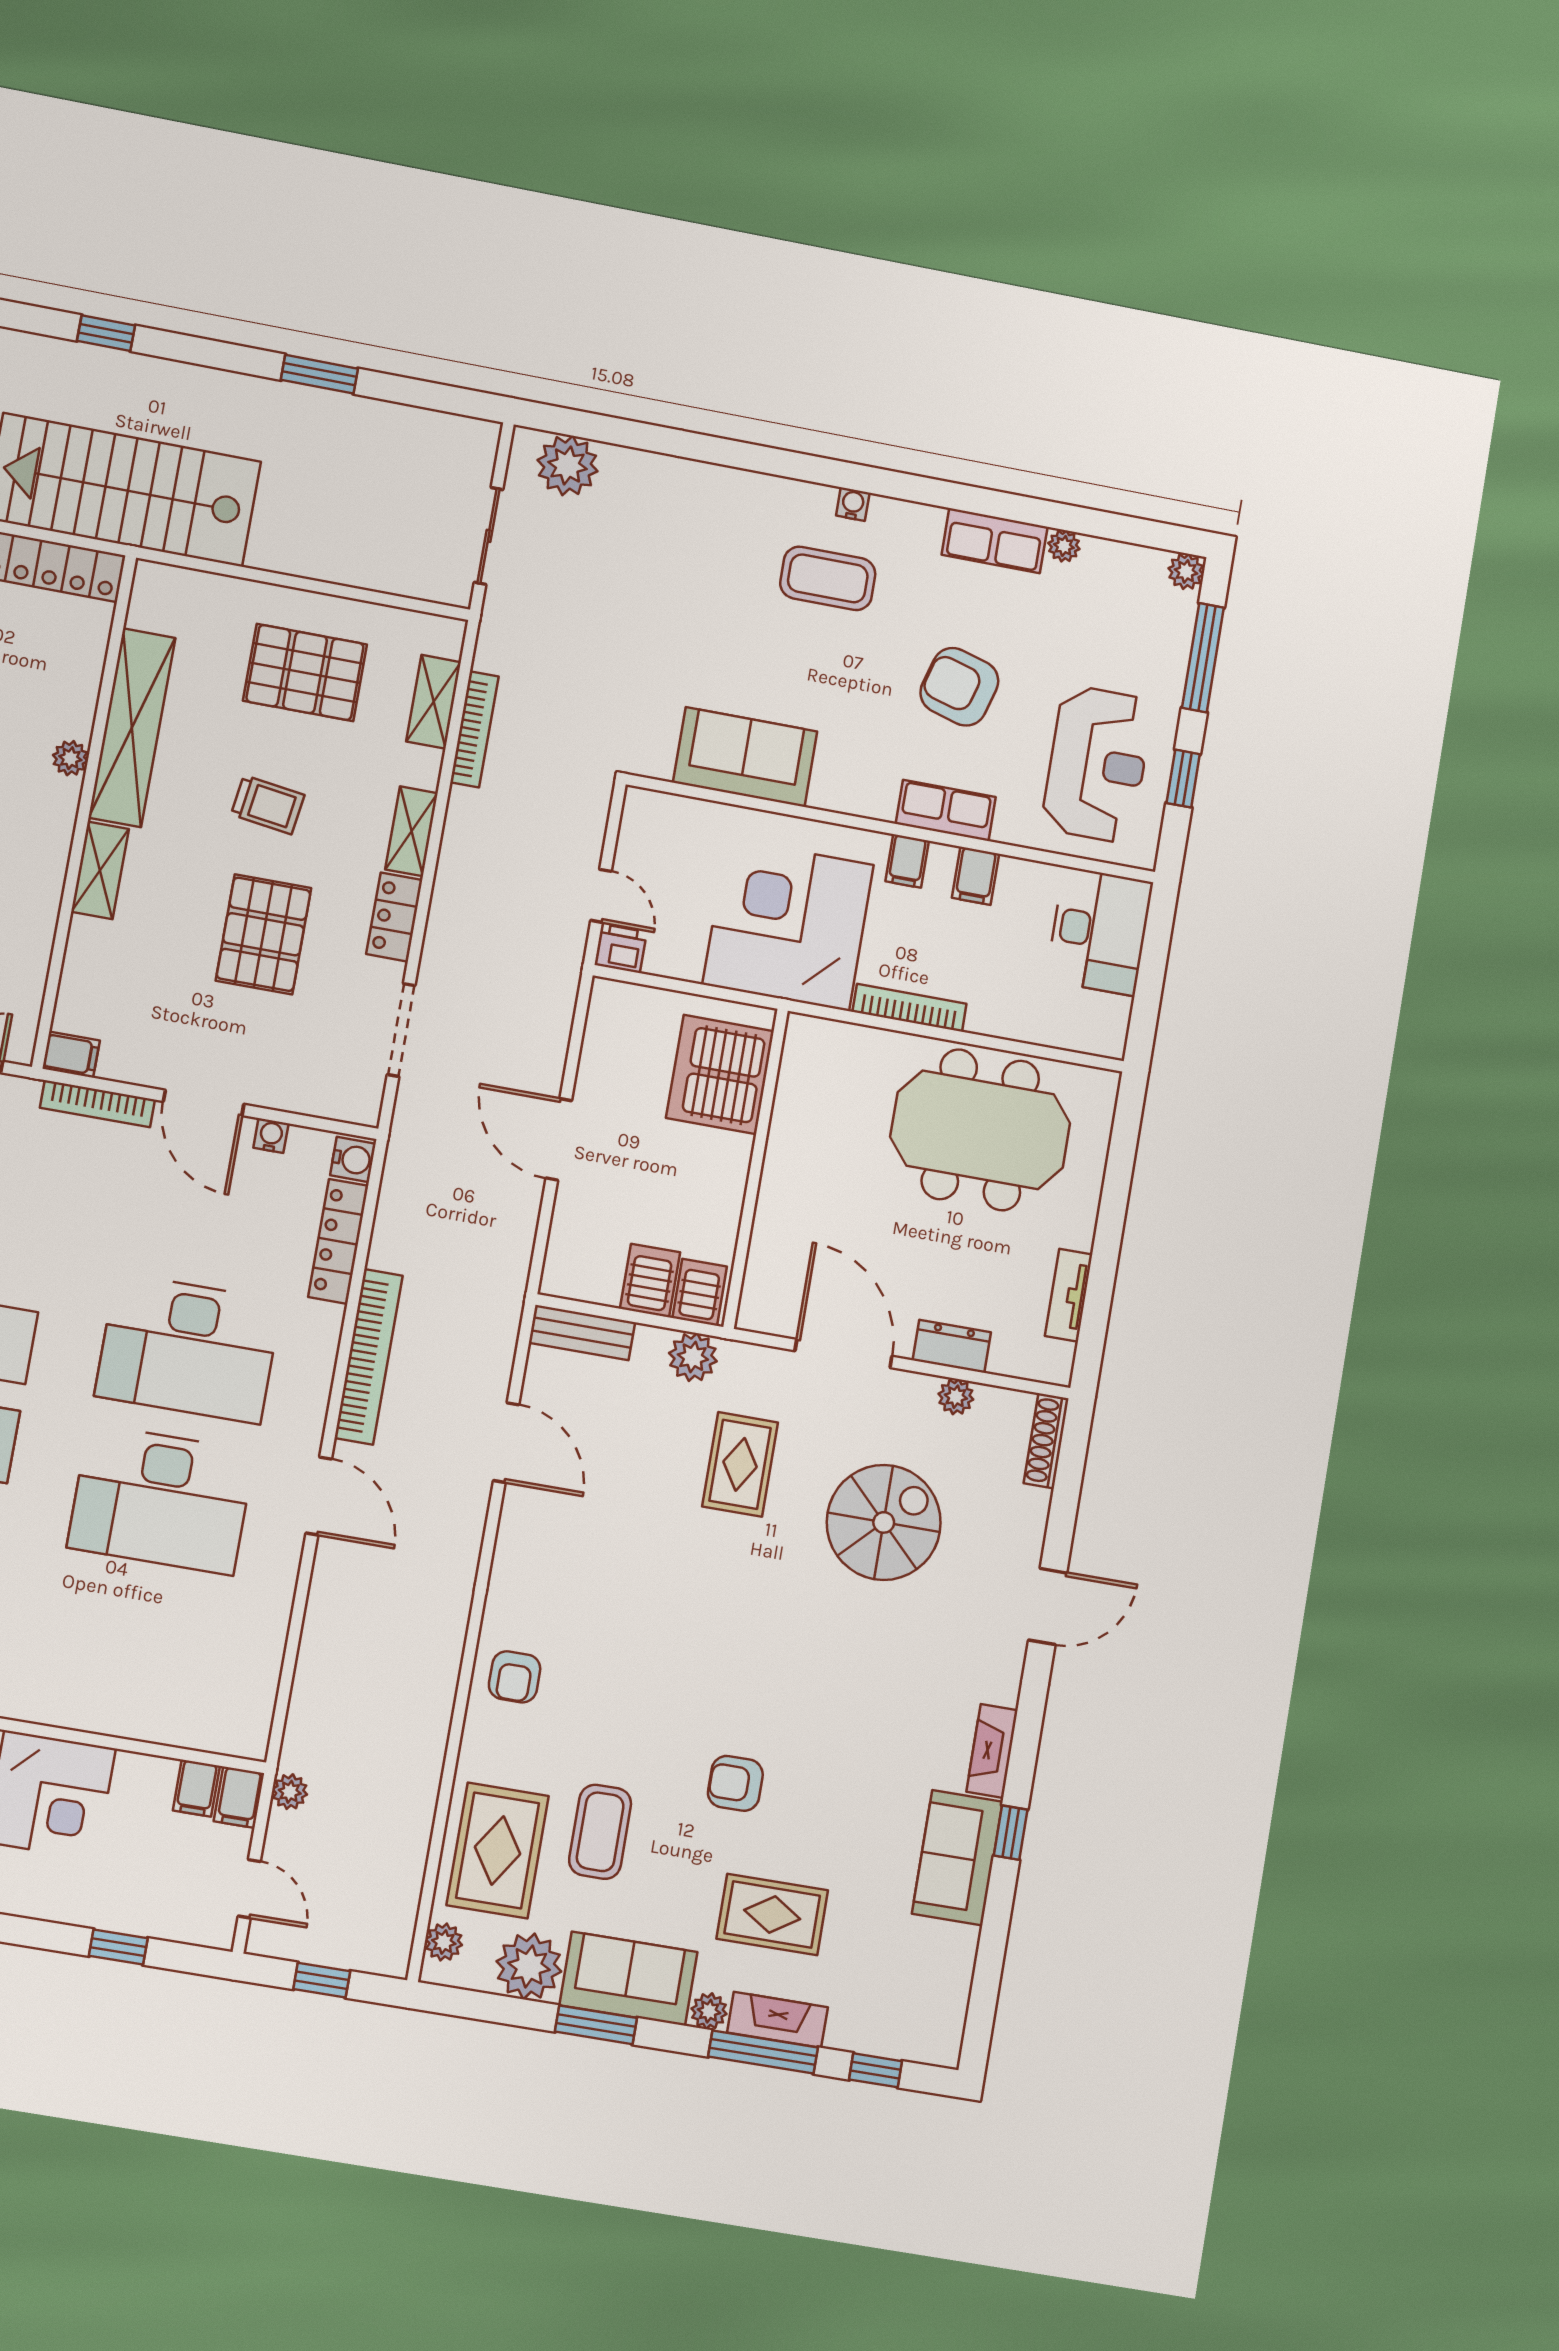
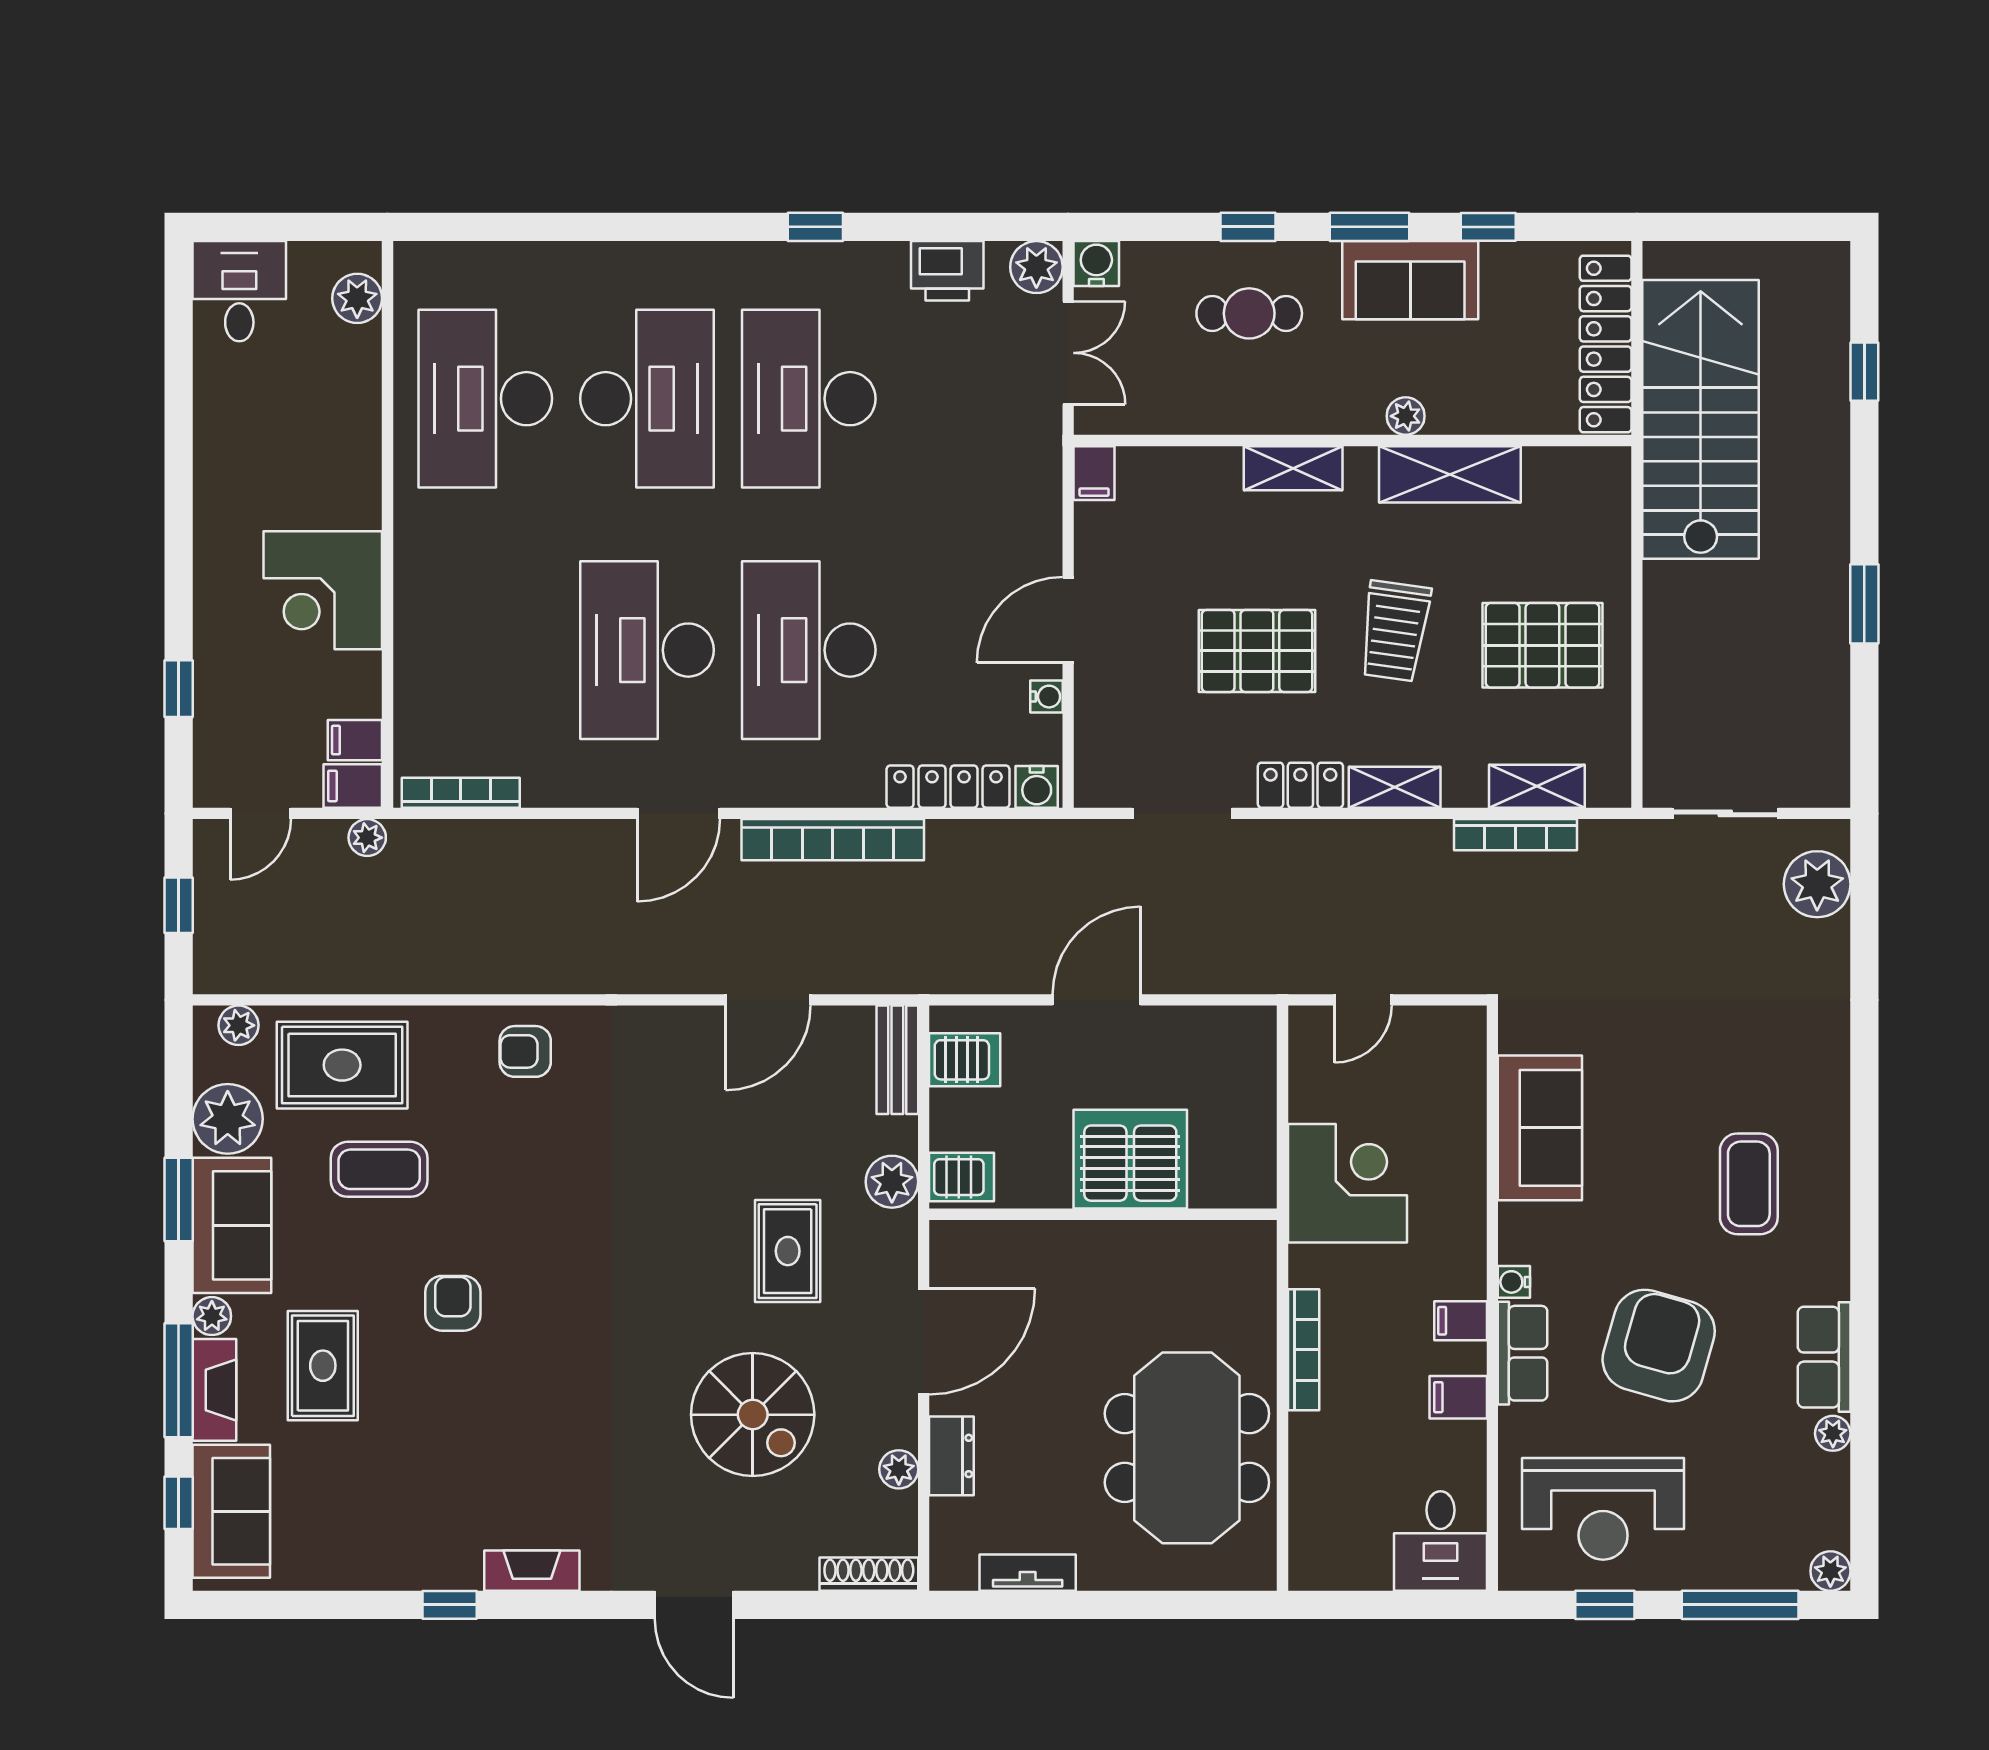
water cooler: (853, 504) -> (1514, 1282), moved, turned 180
pallet: (305, 673) -> (1542, 645), turned 90
armchair: (959, 687) -> (1659, 1346), width x1.36, depth x1.36
shelving: (132, 728) -> (1450, 474), width x0.68
trolley: (268, 805) -> (1395, 631), width x1.36, depth x1.39
corner desk: (788, 925) -> (1348, 1183), width x0.74, depth x0.74
desk: (1099, 931) -> (1440, 1541), width x0.73
printer: (621, 948) -> (1311, 1030), removed
server rack: (720, 1074) -> (1130, 1159), moved
bookcase: (97, 1104) -> (461, 793), moved, turned 90
server rack: (650, 1281) -> (965, 1060), moved
rug: (740, 1464) -> (788, 1251), turned 90
sofa: (957, 1858) -> (231, 1511), moved, turned 90

